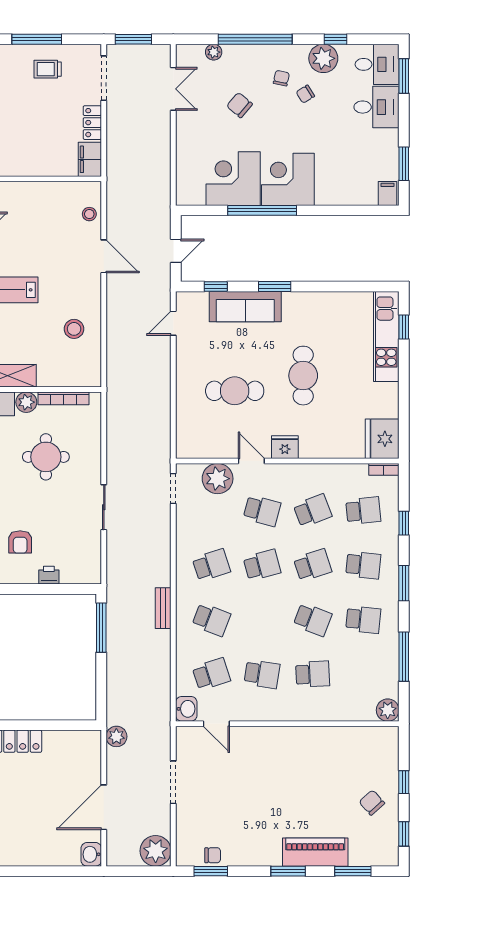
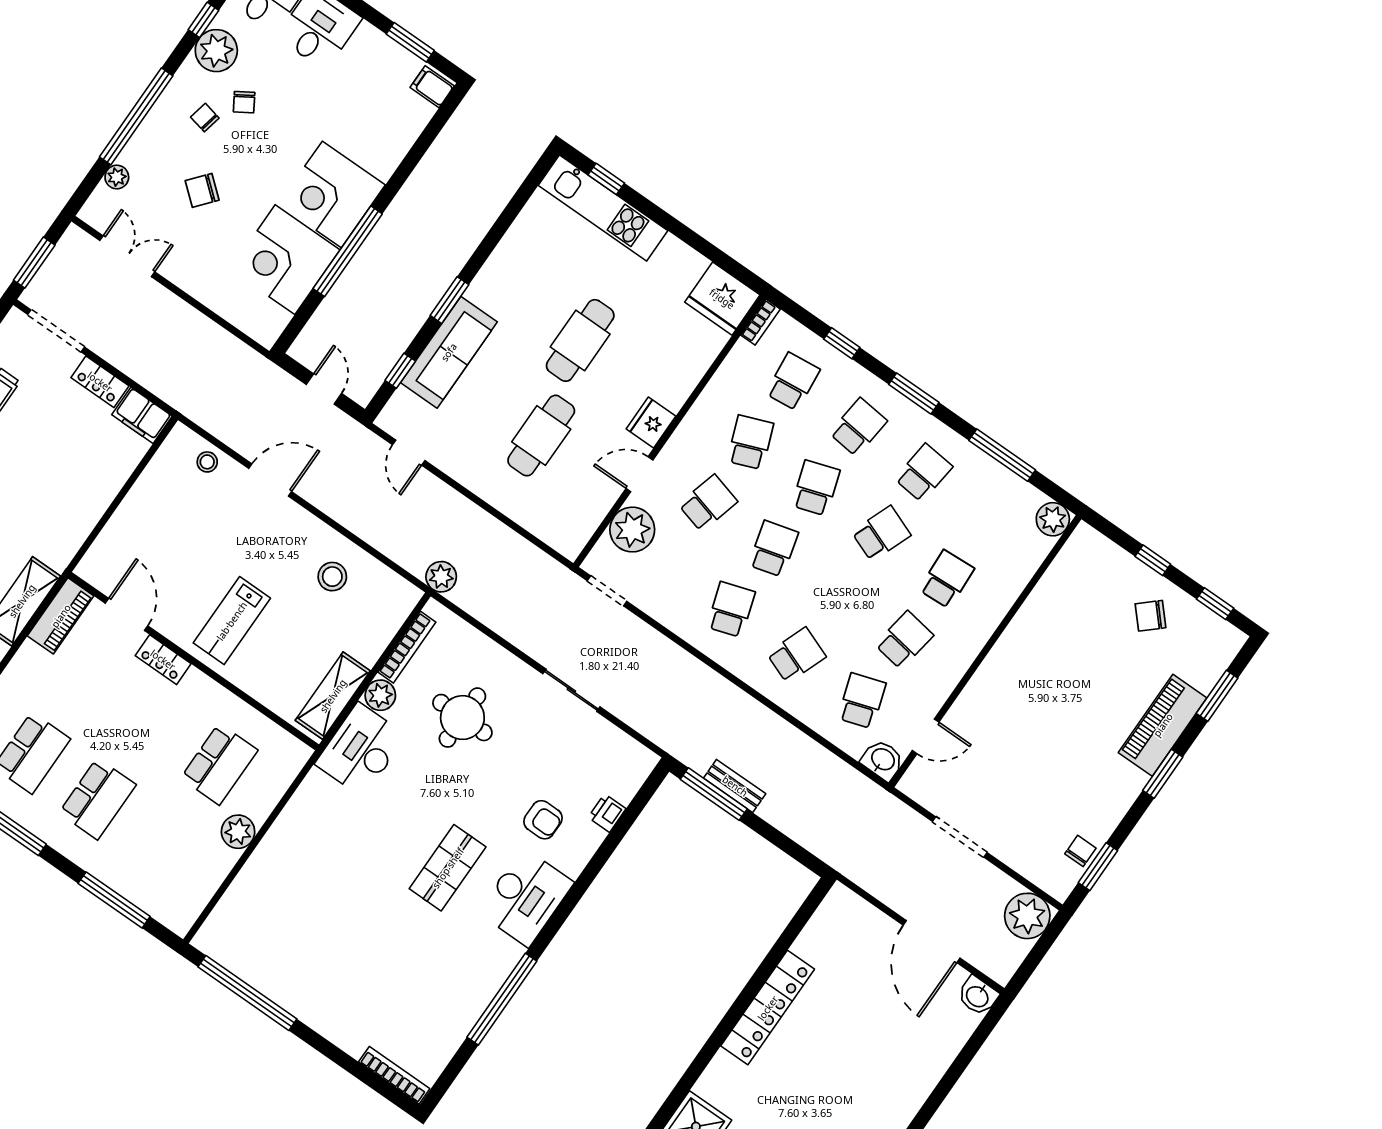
cafe table: (303, 376) -> (580, 340), turned 90
bench: (163, 608) -> (735, 786), moved
plant: (116, 736) -> (441, 577), moved

